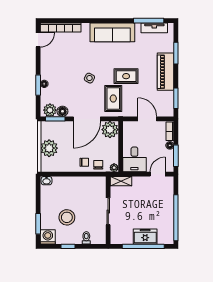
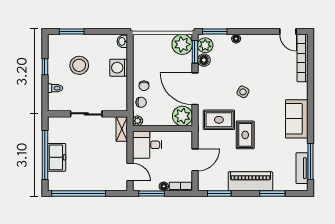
sofa: (112, 32) -> (297, 119), width x0.73
window: (38, 85) -> (215, 32), moved
plant: (49, 148) -> (182, 44), moved
washing machine: (48, 237) -> (119, 68), moved, turned 180

